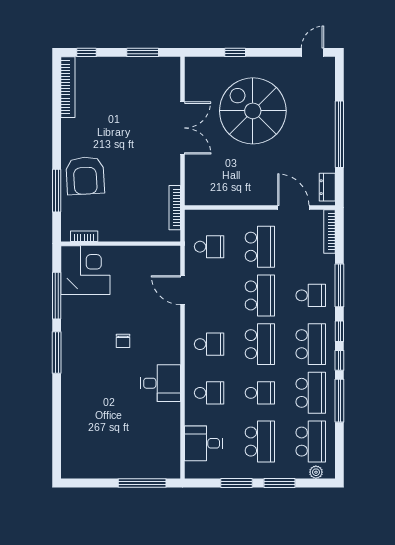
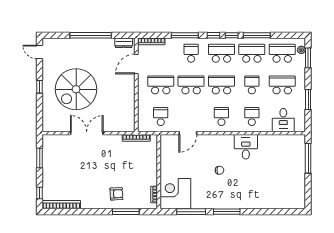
window: (235, 52) -> (40, 87), moved
armchair: (85, 176) -> (116, 194), width x0.53, depth x0.53
window: (280, 483) -> (308, 58), moved

